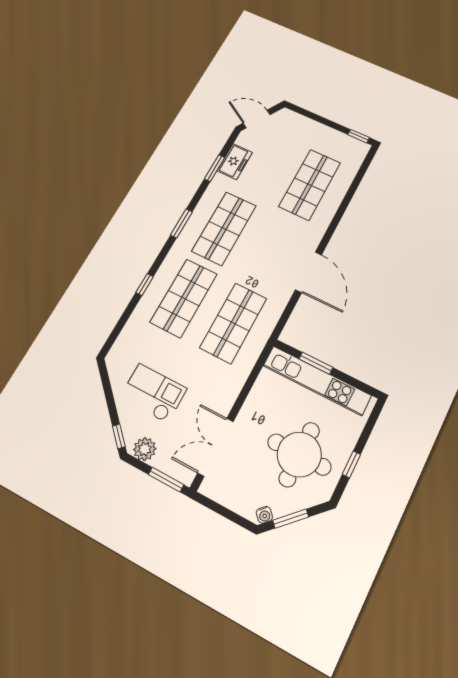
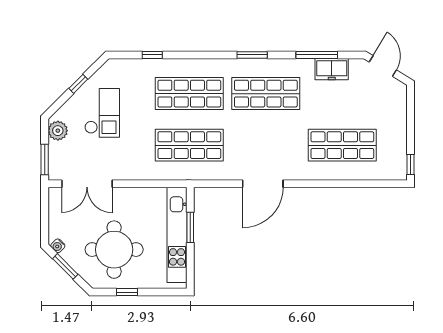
window: (215, 168) -> (317, 55), width x1.44
window: (145, 285) -> (152, 55), moved
window: (119, 436) -> (78, 84), moved
double door: (216, 447) -> (87, 184), swing flipped

